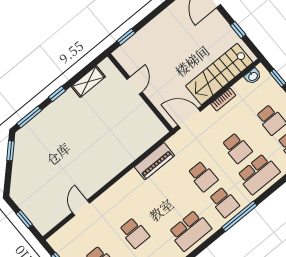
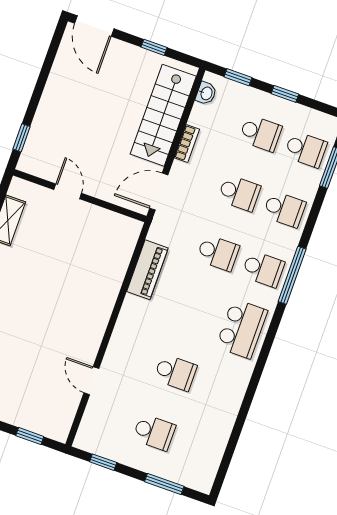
school desk: (258, 174) -> (284, 209), width x0.54

